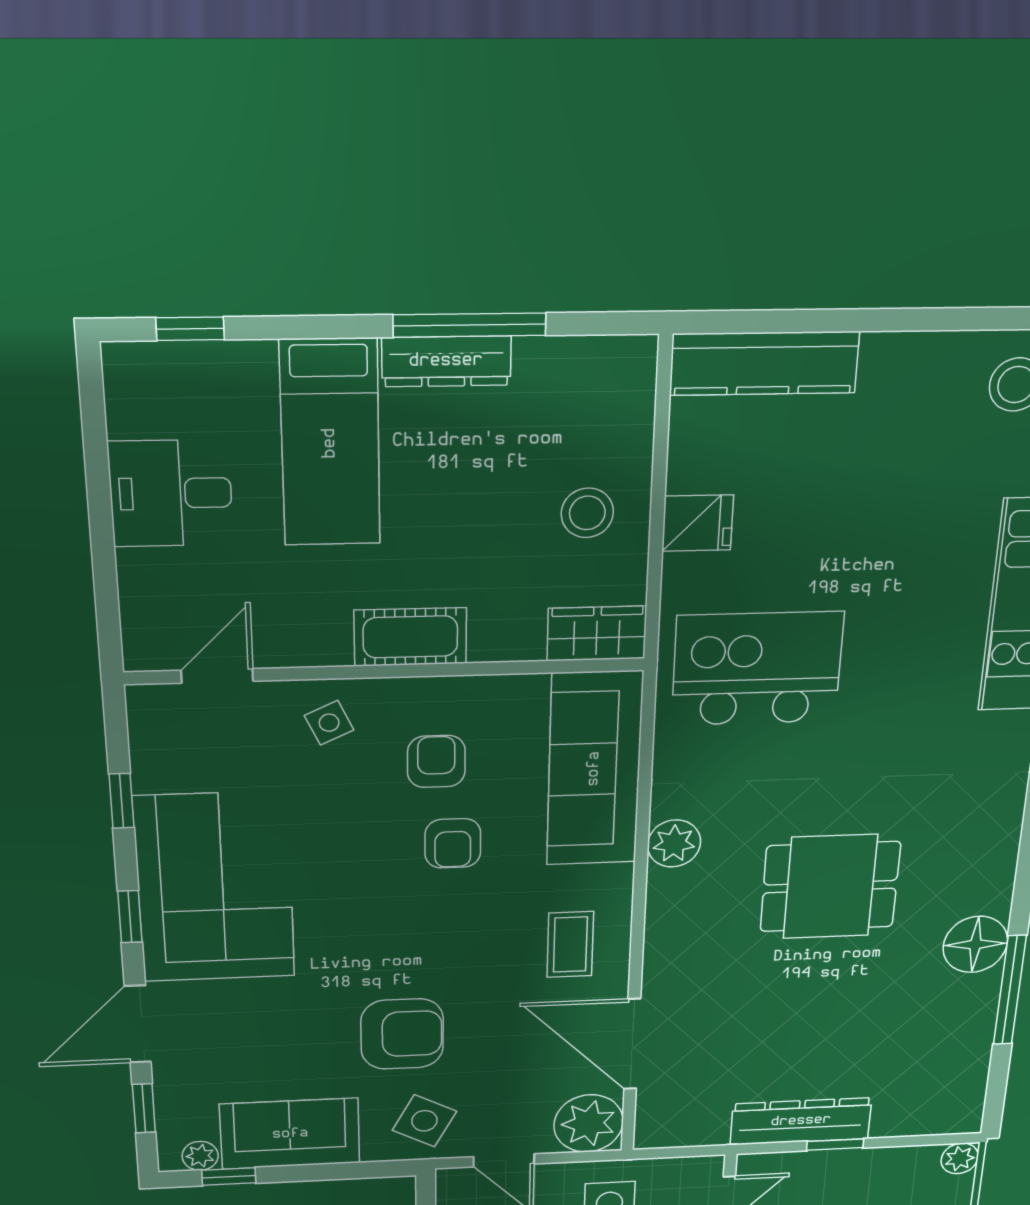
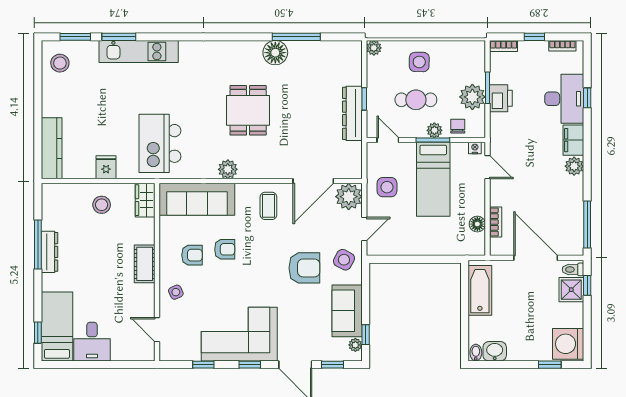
bed: (330, 443) -> (57, 326), moved, turned -90
armchair: (436, 761) -> (192, 255), turned 180
coffee table: (570, 944) -> (268, 206), turned 90
armchair: (402, 1034) -> (304, 268), turned 90

